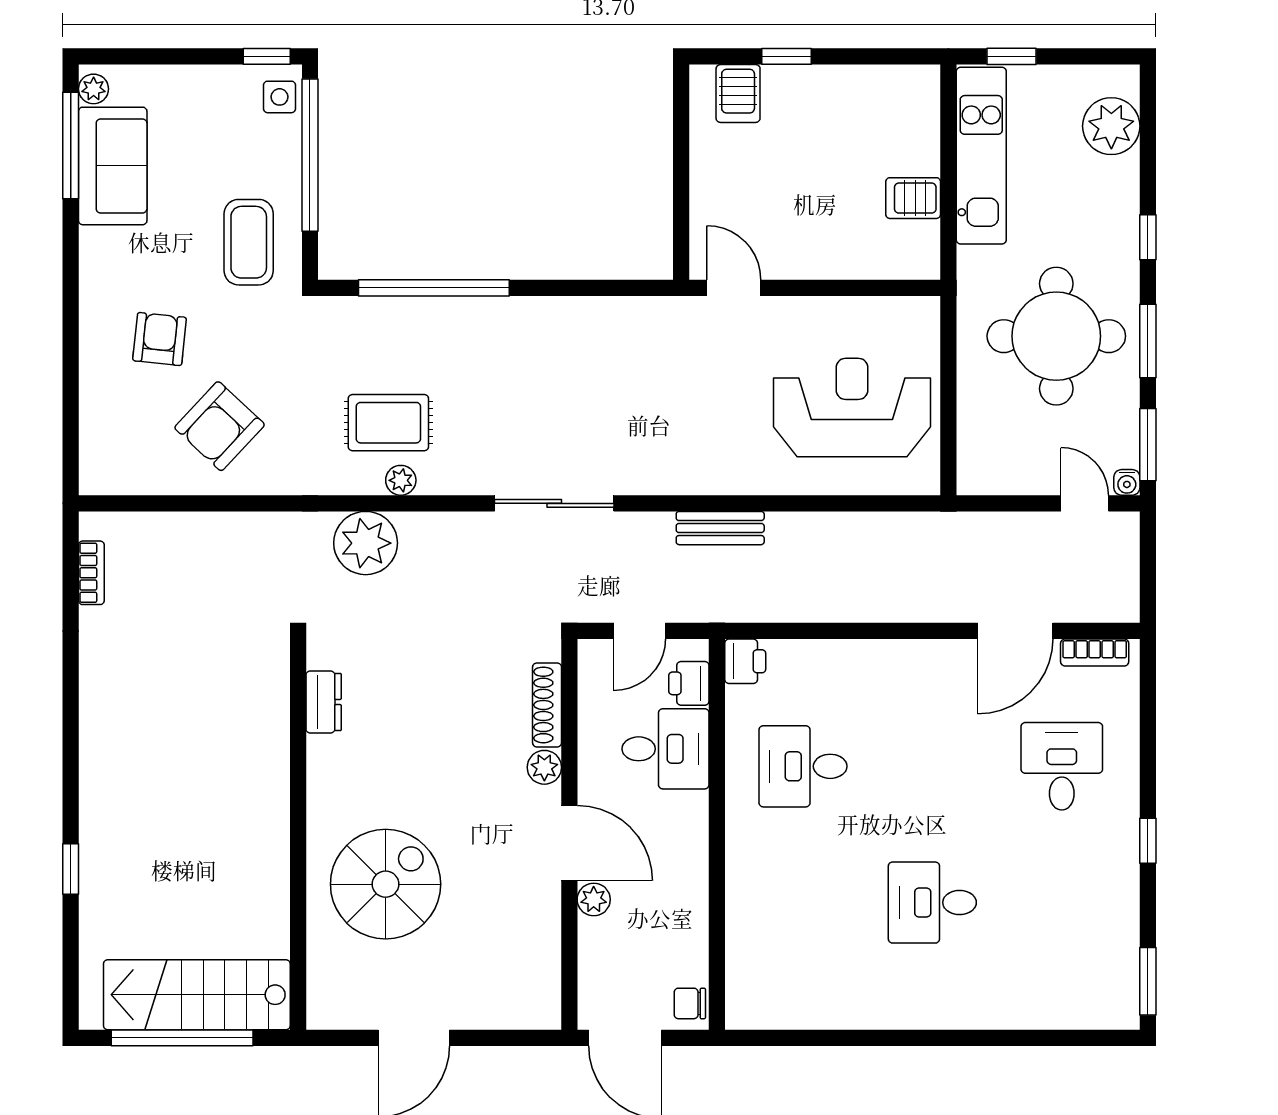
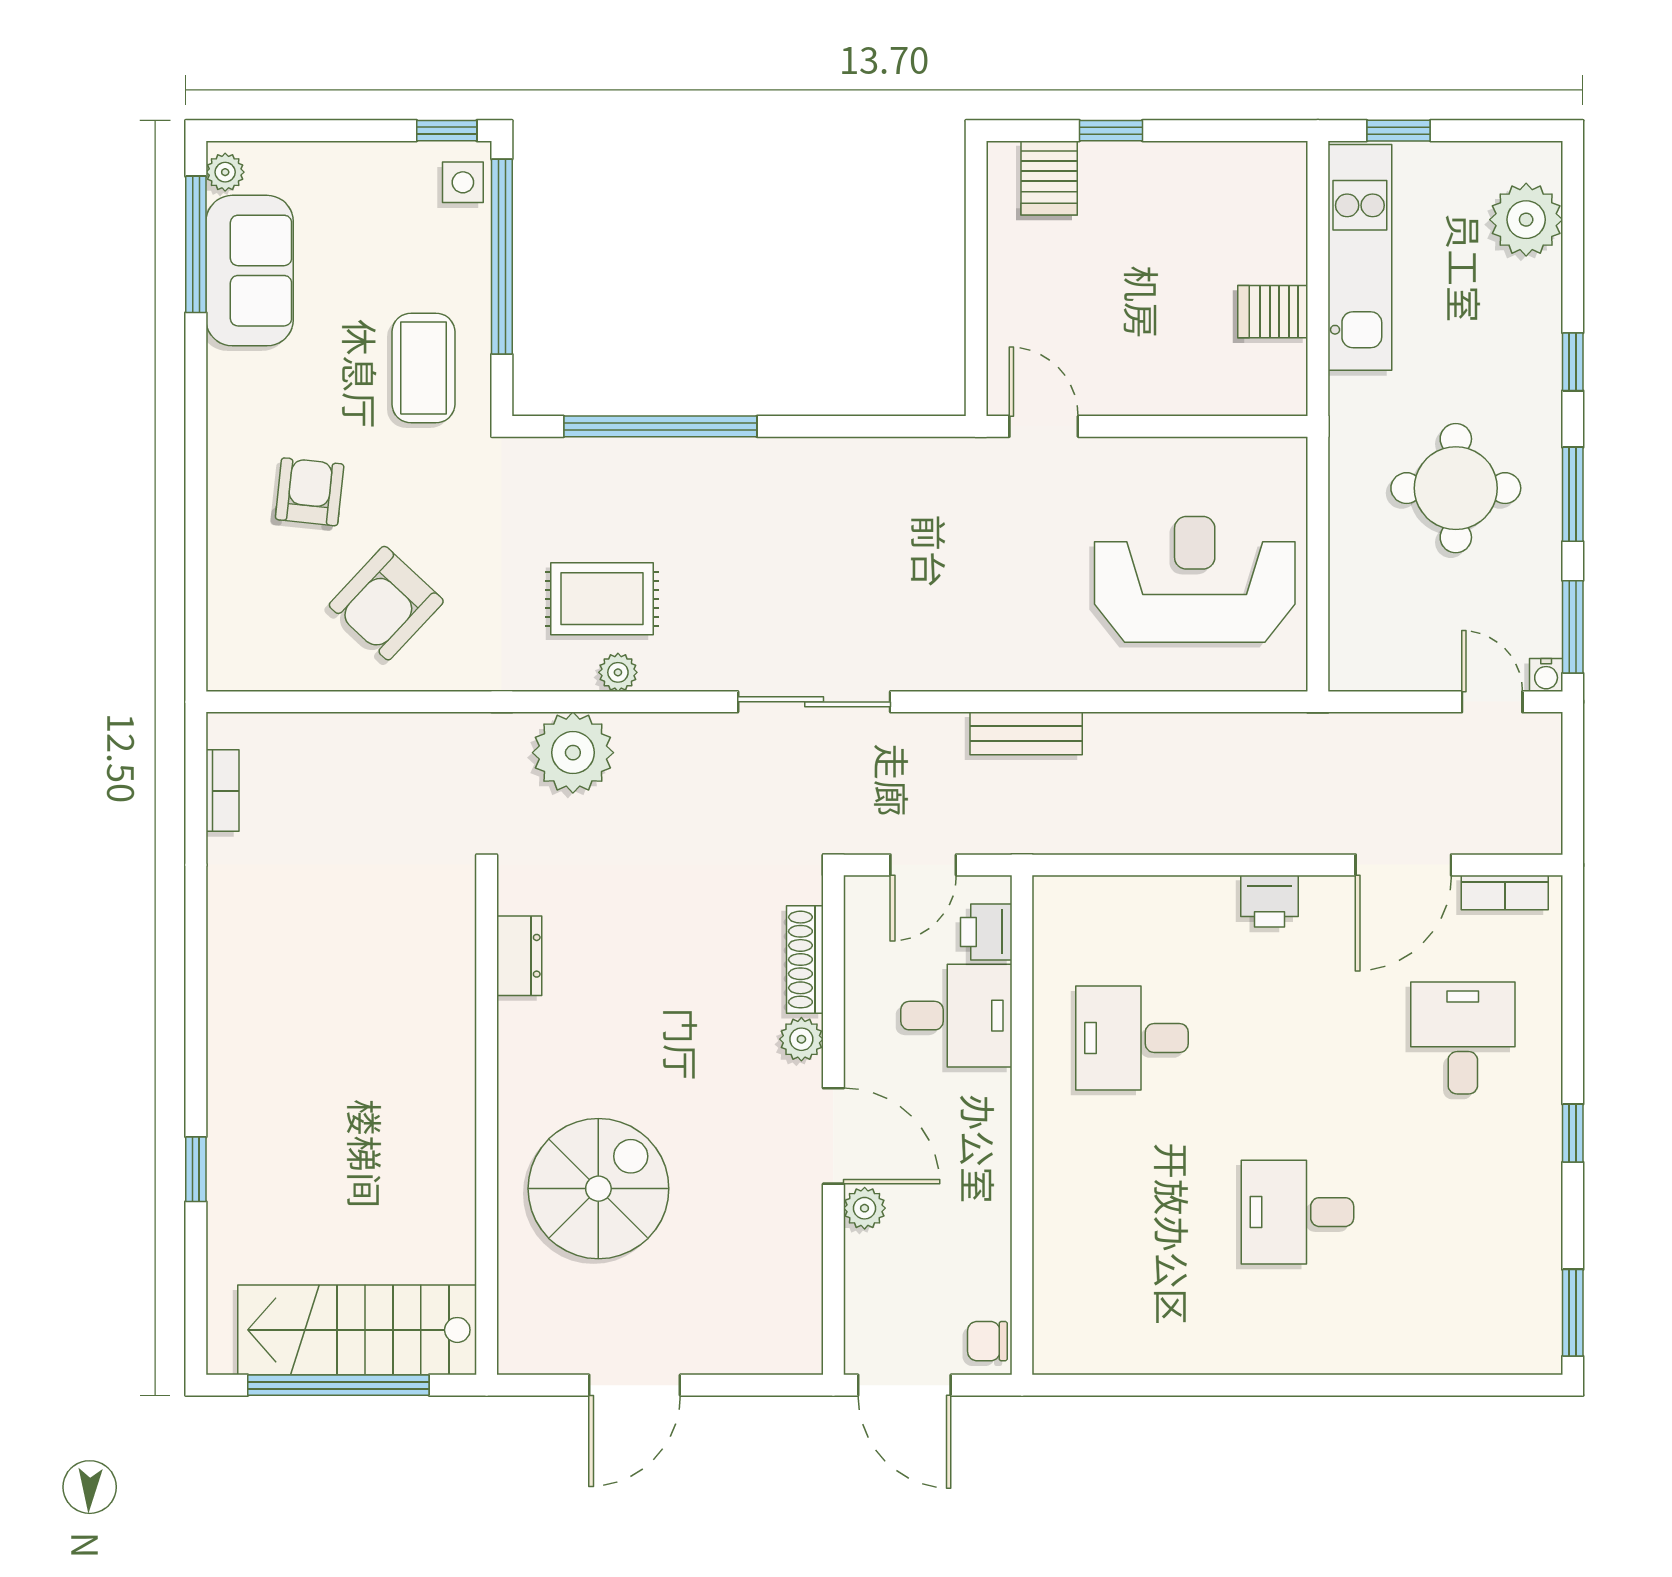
round table: (1056, 336) -> (1456, 488), width x0.73, depth x0.73
printer: (745, 661) -> (1269, 901), moved, turned 90

